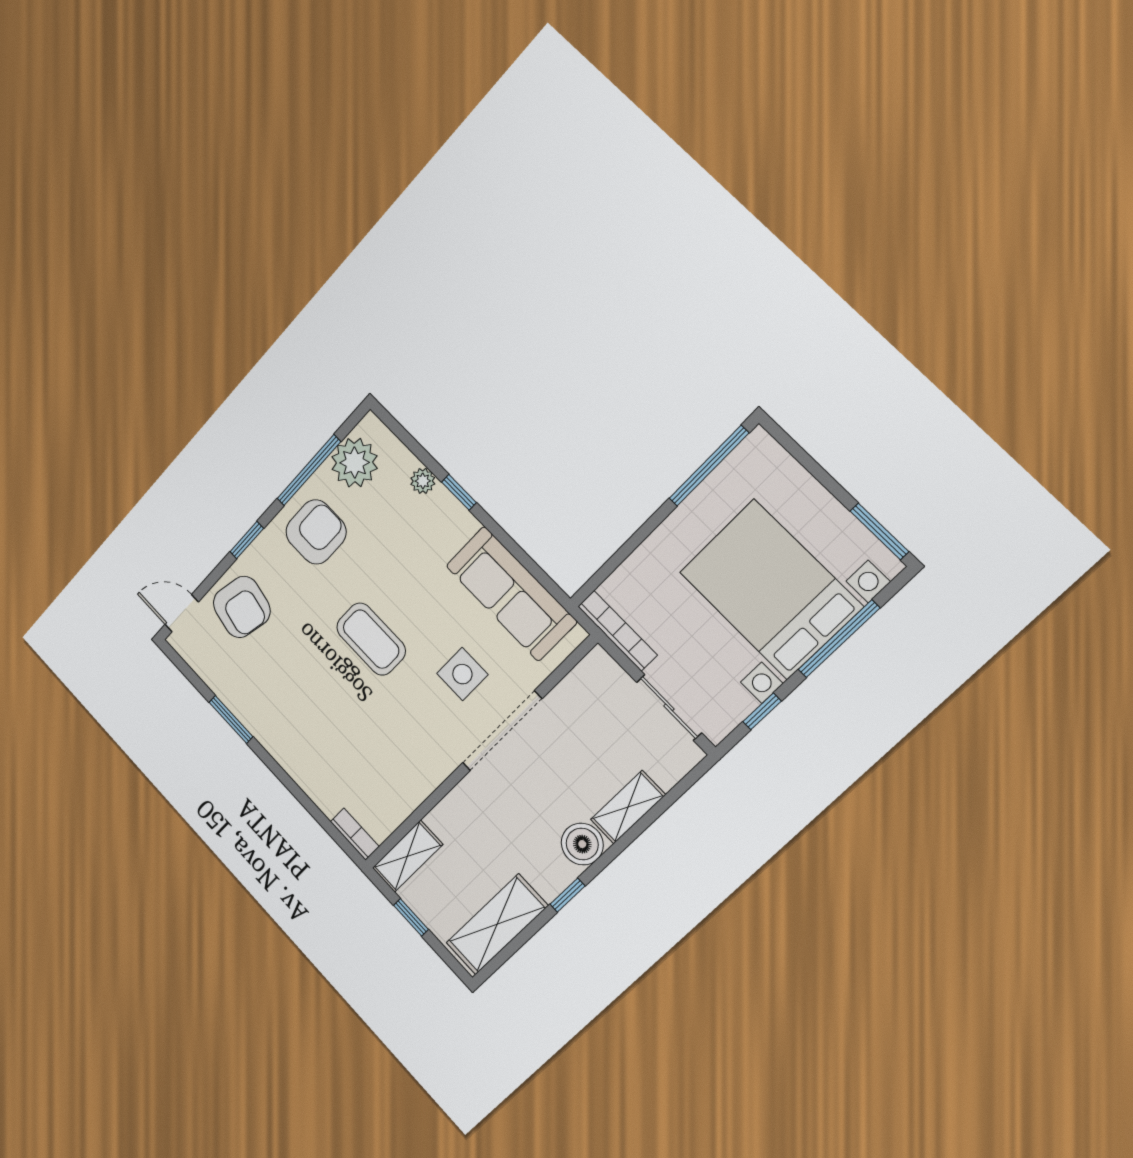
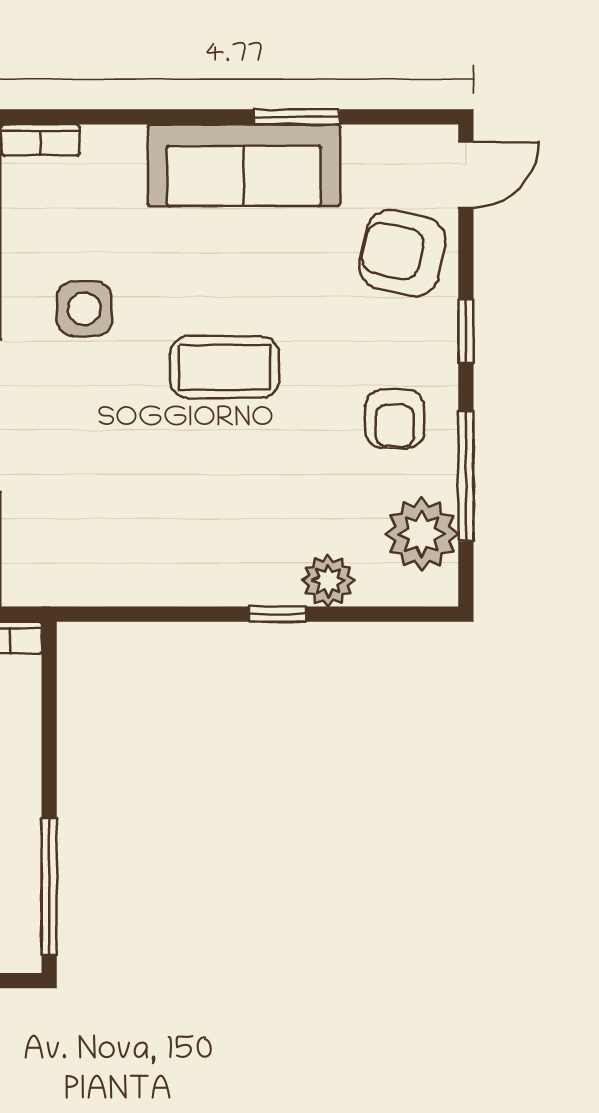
plant: (423, 481) -> (328, 581), width x1.38, depth x1.38
armchair: (316, 532) -> (395, 419), width x0.72, depth x0.72
sofa: (511, 594) -> (244, 165), moved, turned 180
side table: (462, 674) -> (84, 309), moved

